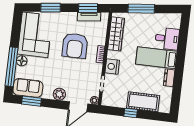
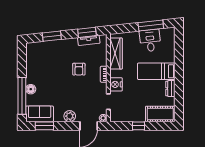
window: (141, 9) -> (151, 25), moved
corner sofa: (35, 35) -> (40, 63), removed
desk: (167, 39) -> (150, 40), moved, turned -96
armchair: (75, 46) -> (79, 69), width x0.53, depth x0.53
cot: (143, 102) -> (160, 114), moved

